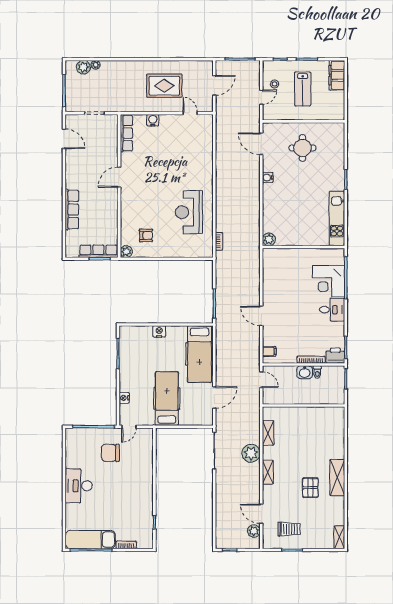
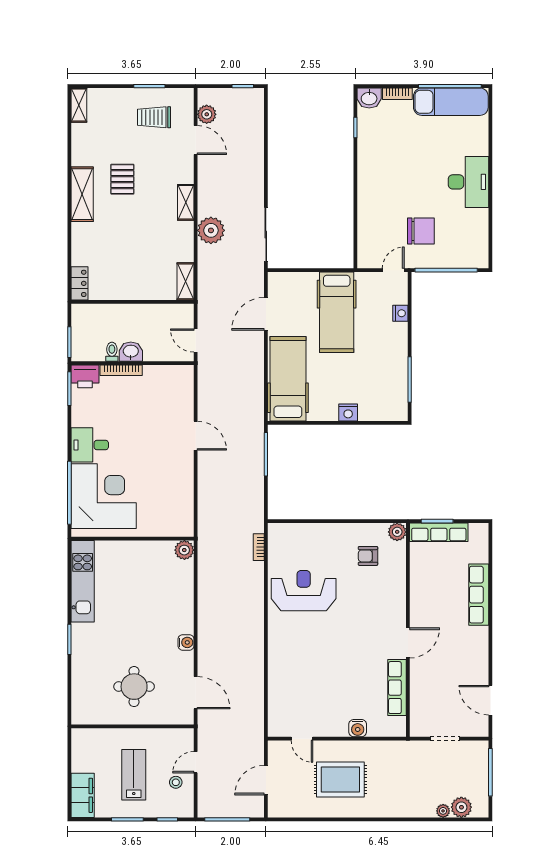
row of seats: (126, 133) -> (397, 688), moved
reception desk: (189, 212) -> (304, 591), turned -90
corner desk: (329, 281) -> (104, 496), width x1.36, depth x1.36
filing cabinet: (269, 351) -> (184, 383), removed
locker: (339, 418) -> (80, 283), added
shelving: (268, 433) -> (185, 281), moved
washbasin: (145, 542) -> (369, 98), added

